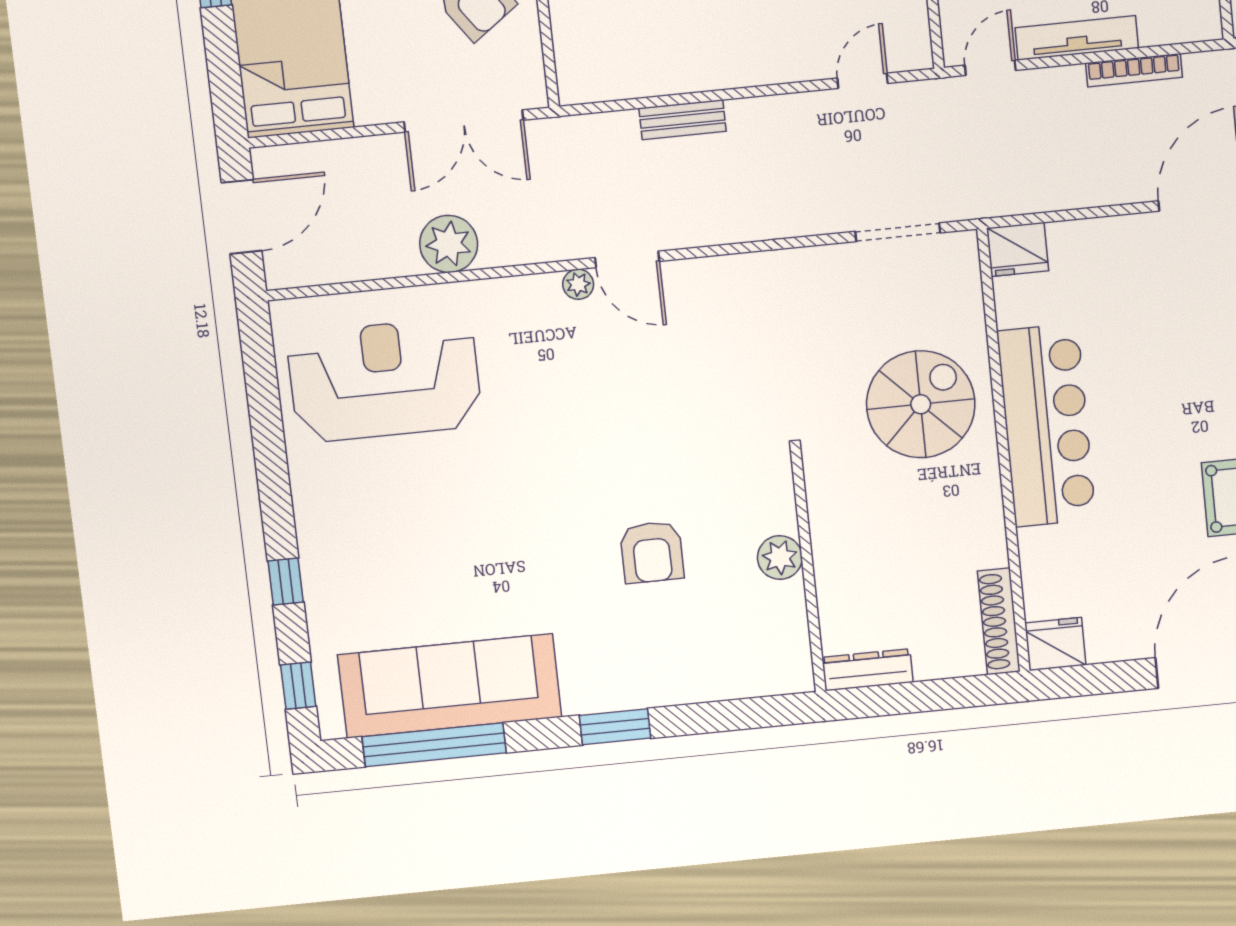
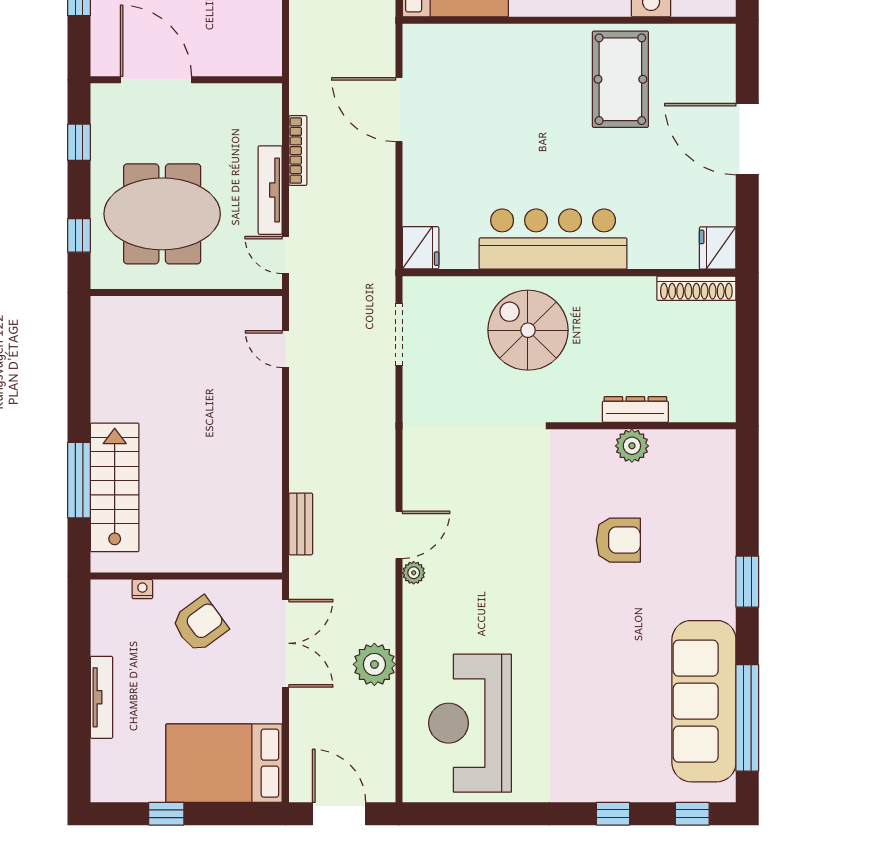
bench: (683, 120) -> (301, 524), moved
dresser: (867, 670) -> (635, 409), moved, turned 90

